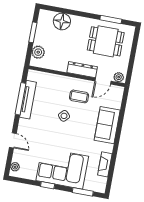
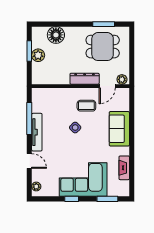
plant: (38, 52) -> (38, 55), moved
tv unit: (28, 100) -> (37, 132), moved

